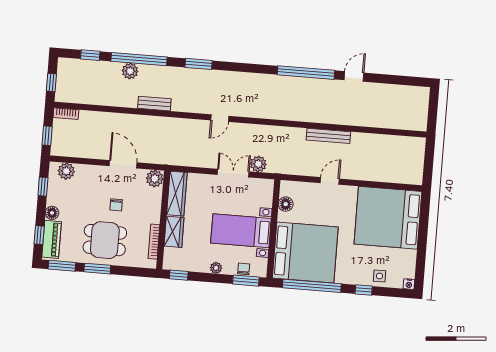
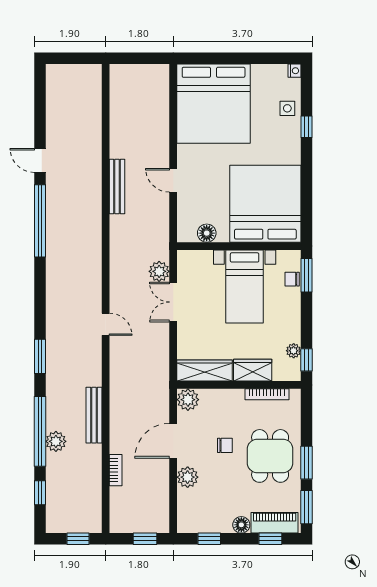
bench: (154, 104) -> (94, 415), width x1.36
bookcase: (66, 114) -> (116, 470), moved
plant: (66, 171) -> (188, 477), moved
plant: (216, 268) -> (294, 351), moved
window: (312, 286) -> (306, 192), removed

